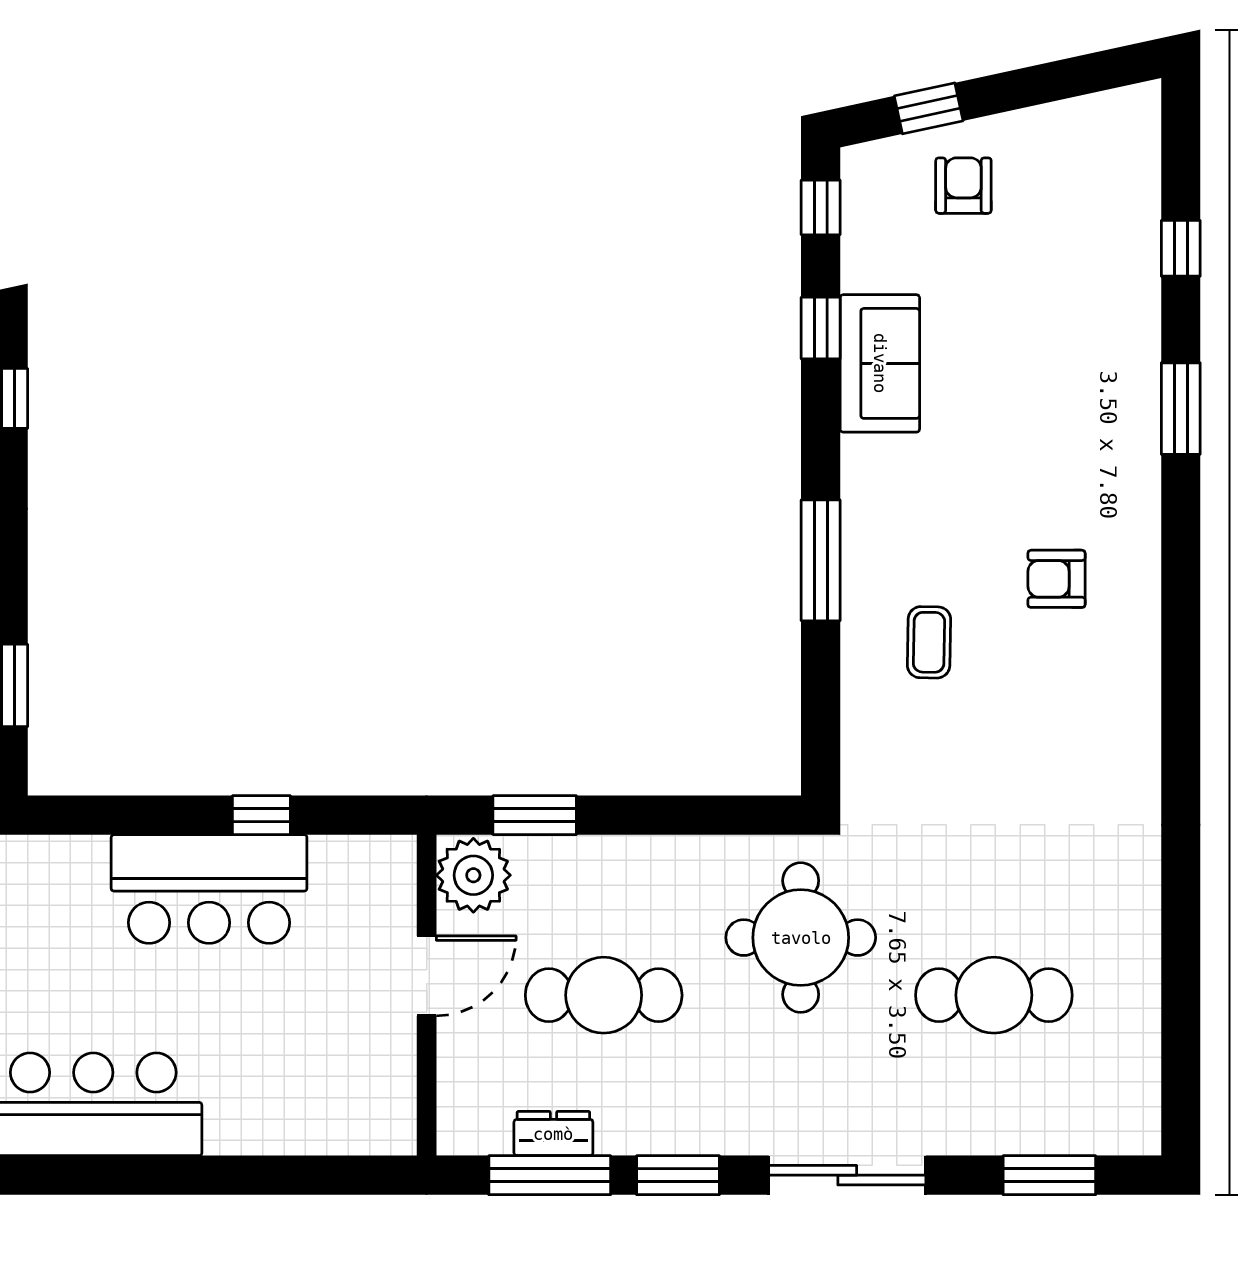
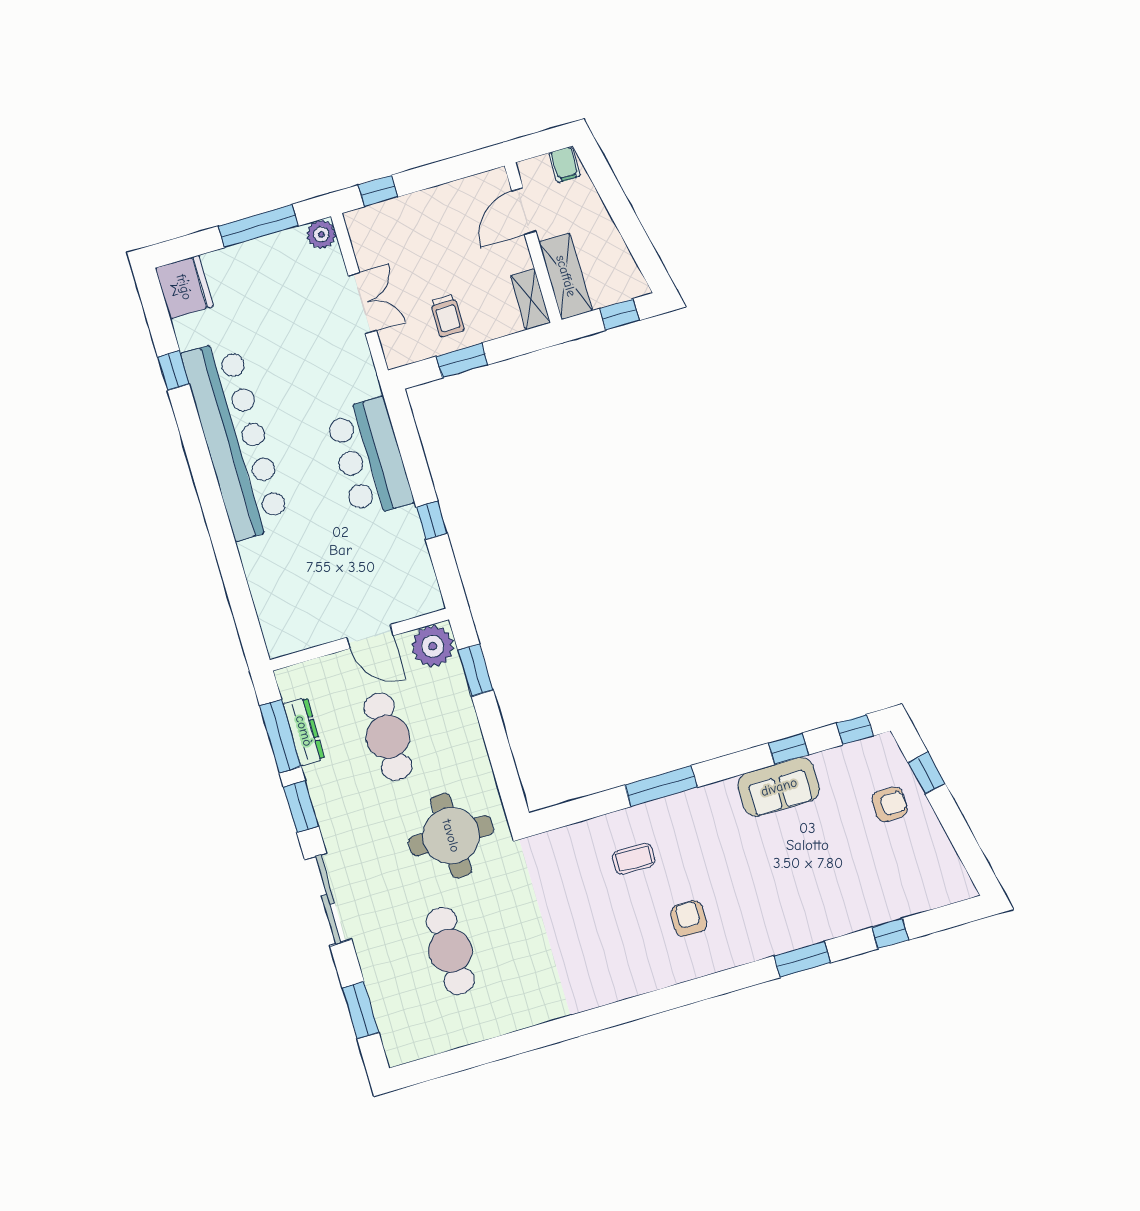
bar counter: (209, 889) -> (369, 458), moved
dresser: (553, 1134) -> (304, 731), width x1.44

